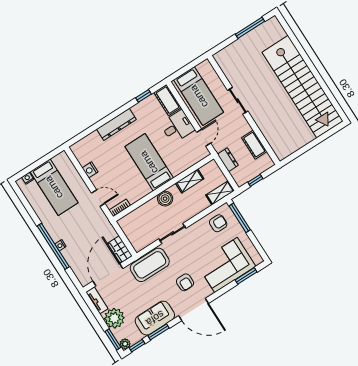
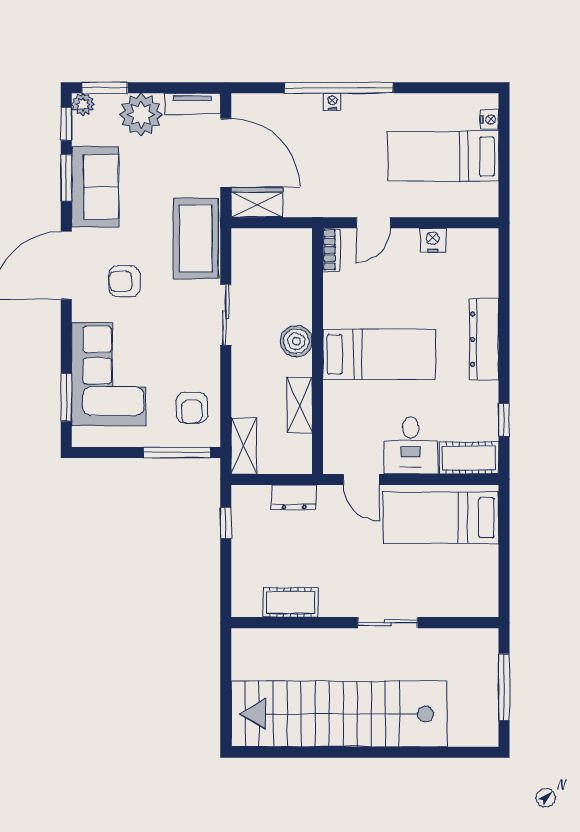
sliding door: (238, 101) -> (388, 623), moved
wall: (244, 110) -> (365, 623), moved
cot: (254, 145) -> (291, 602), moved

